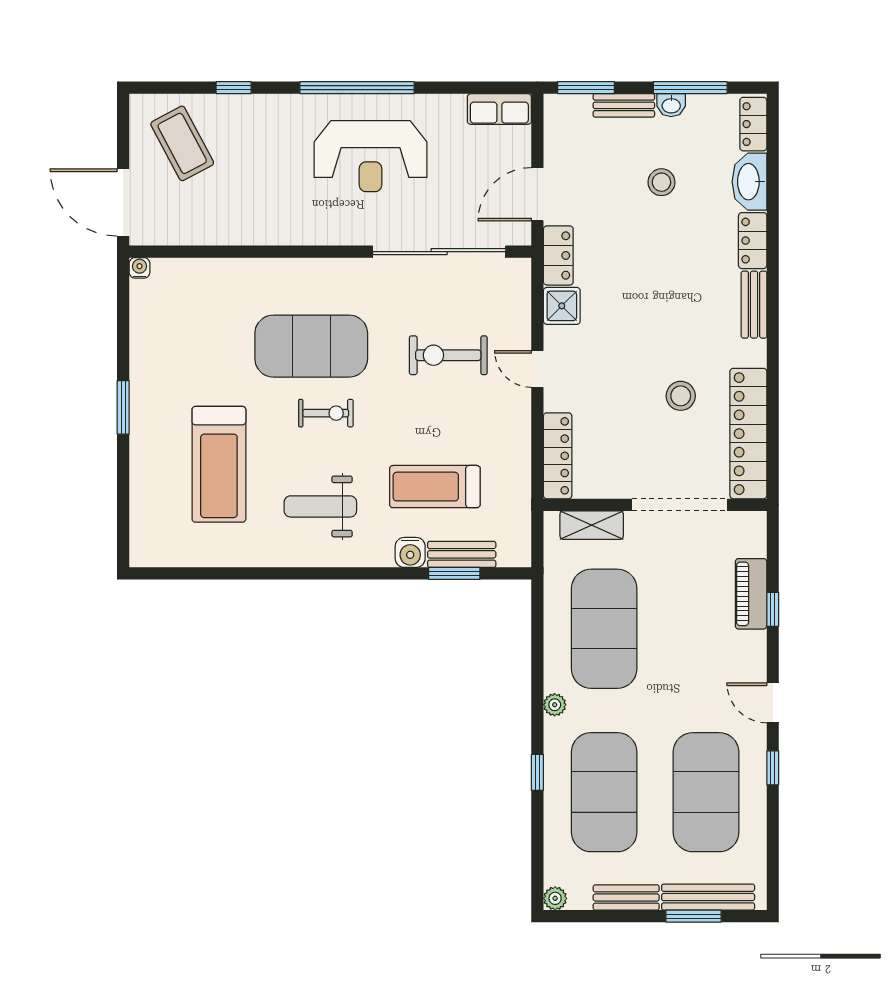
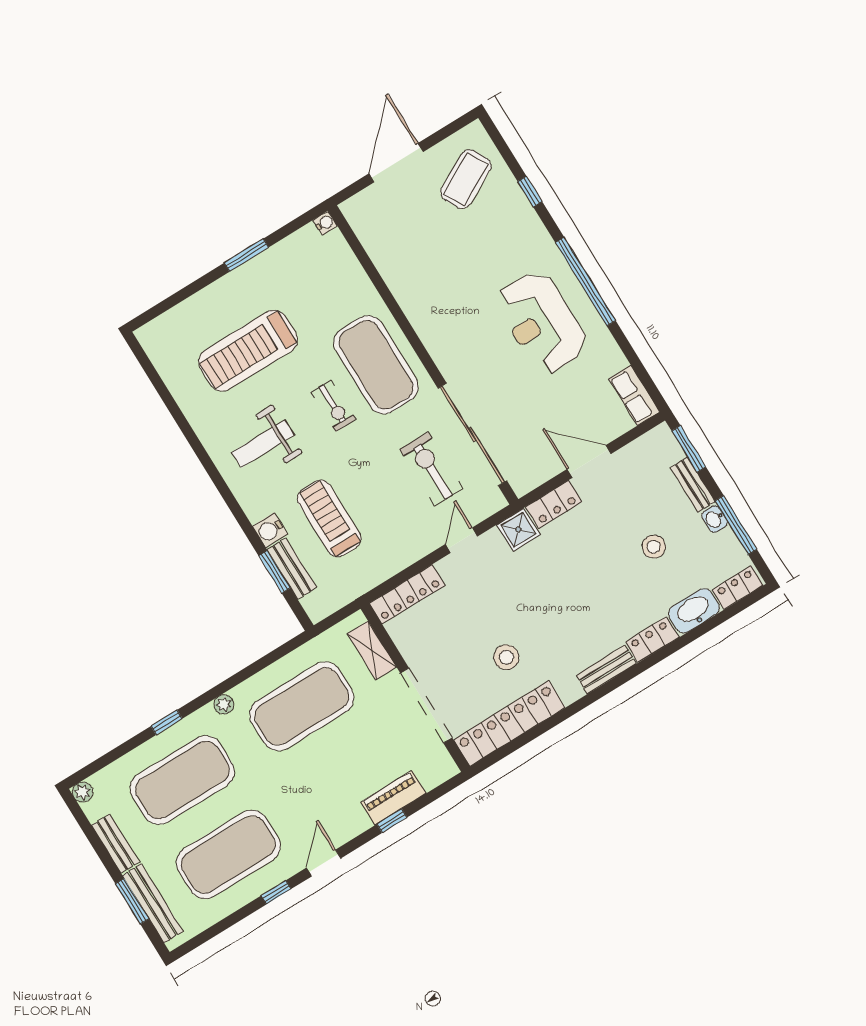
wall: (330, 252) -> (423, 355), moved
sliding door: (439, 252) -> (472, 434), moved
water cooler: (139, 268) -> (325, 223), moved
weight bench: (320, 506) -> (263, 444), turned -90

